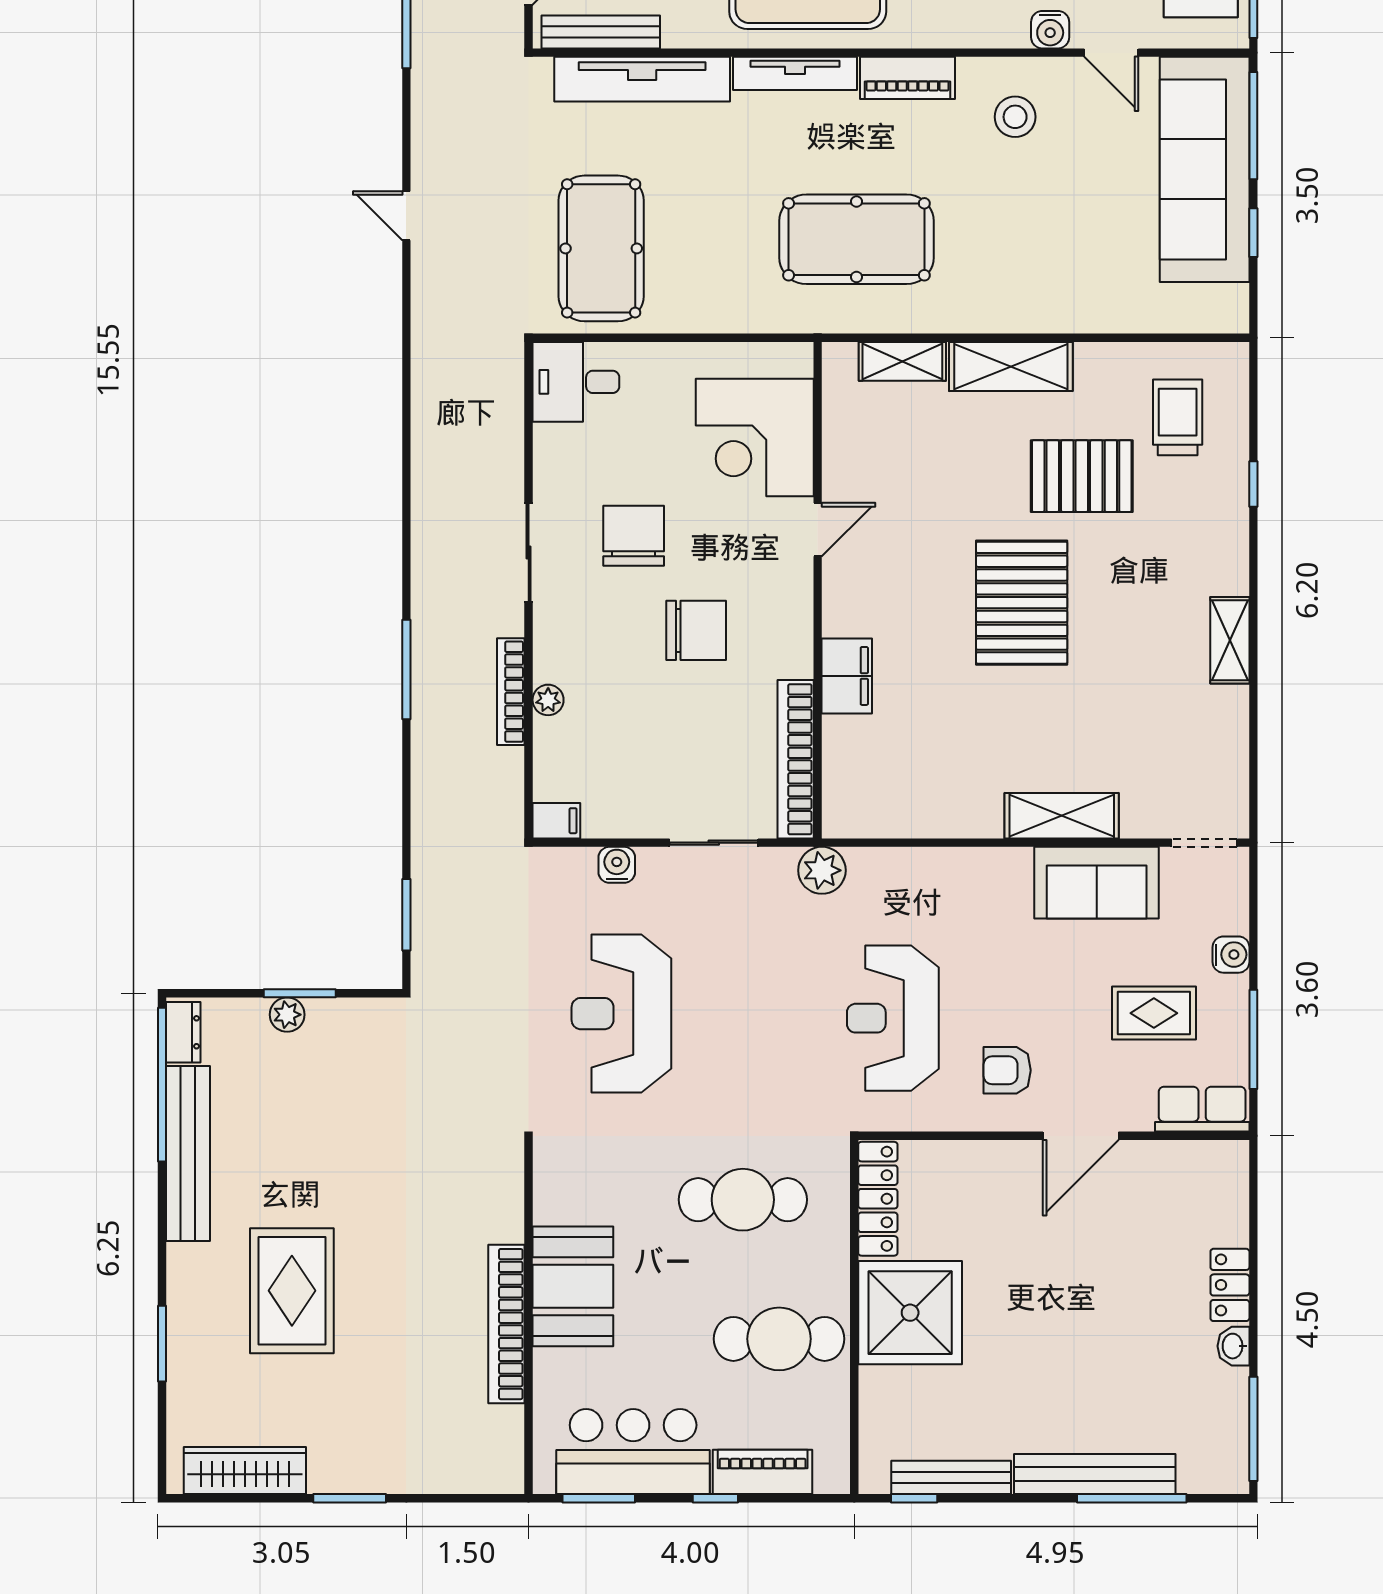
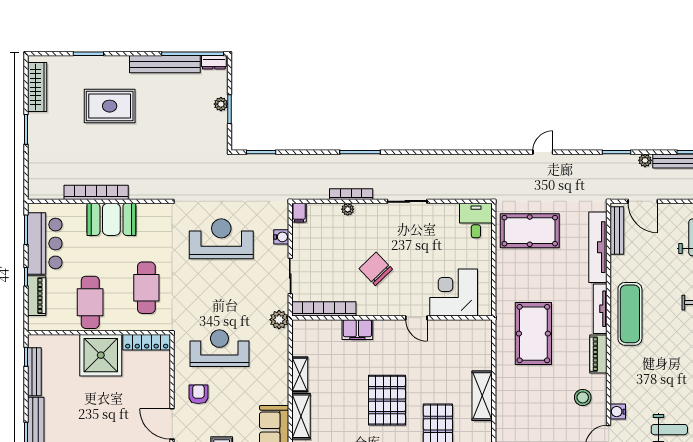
shelving: (902, 361) -> (300, 374), moved
chair: (634, 536) -> (414, 244), removed
pallet: (1022, 603) -> (387, 400), turned 90
chair: (696, 630) -> (376, 269), turned 136

